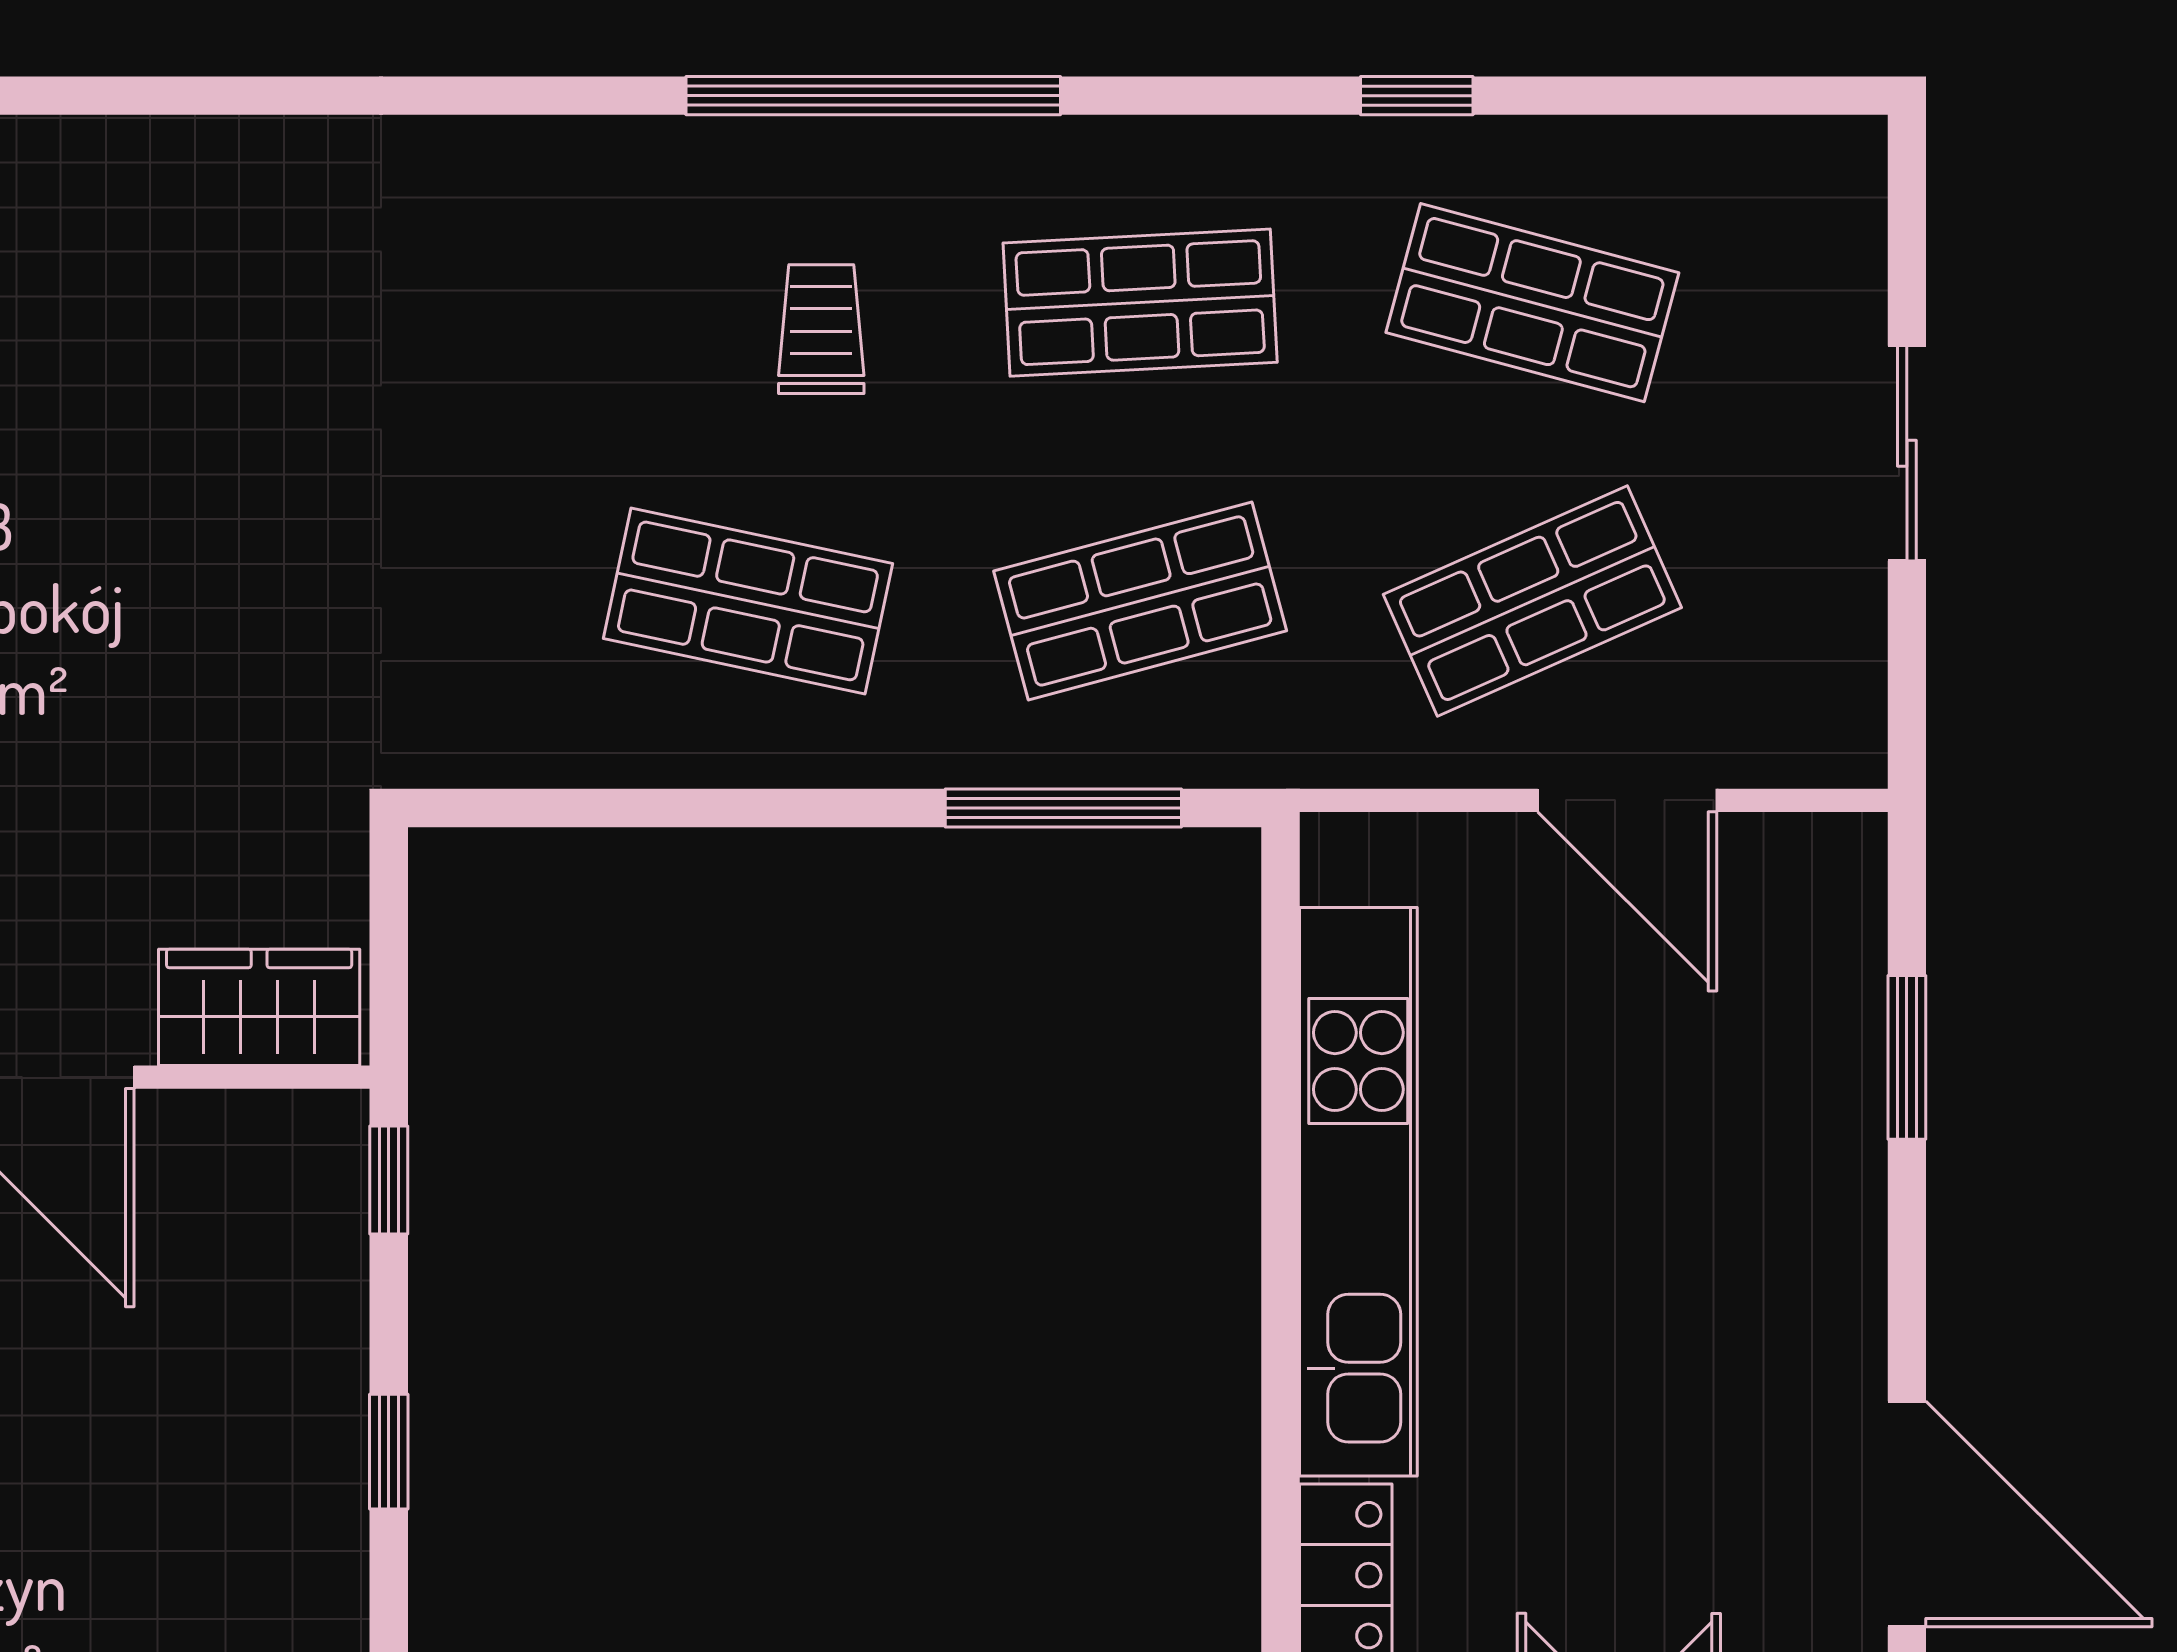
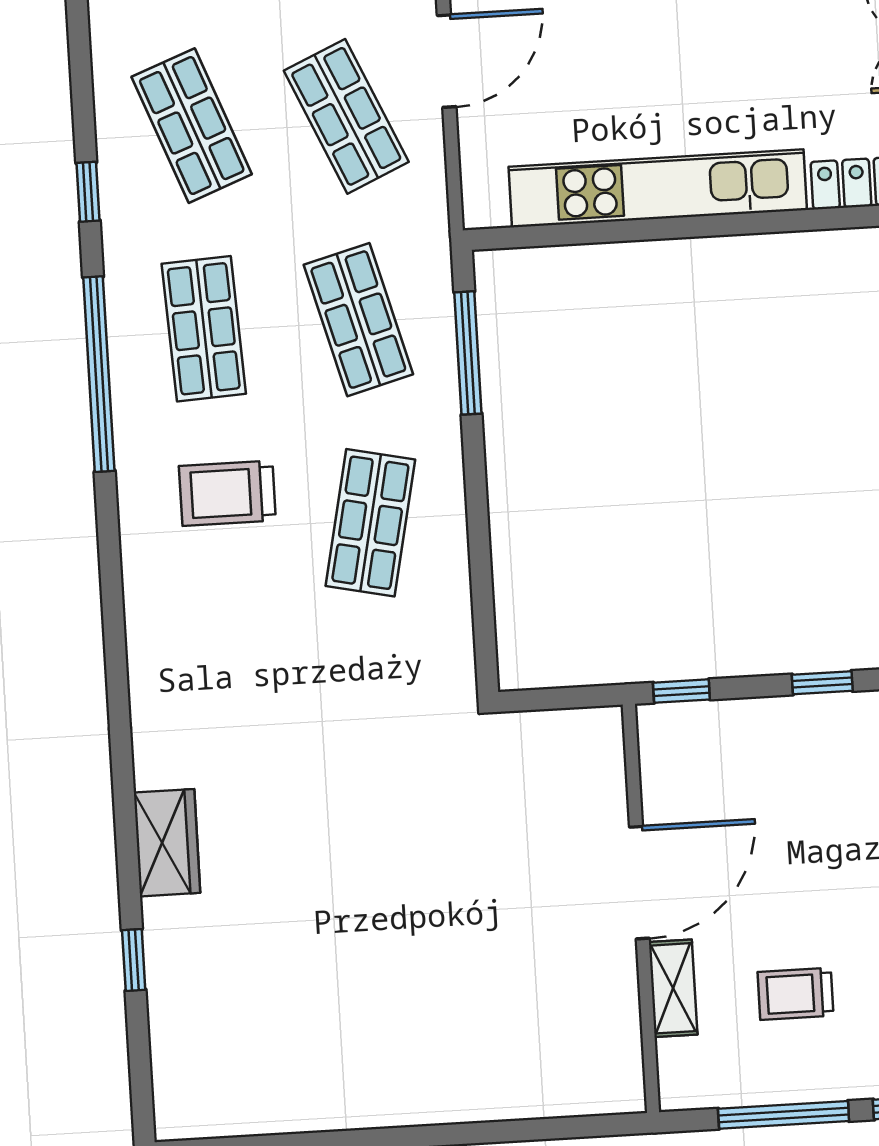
window: (873, 96) -> (99, 374), moved
shop shelf: (1532, 303) -> (192, 126), turned -36
trolley: (821, 329) -> (227, 493), width x1.36, depth x1.39
wardrobe: (259, 1007) -> (167, 843), moved, turned 180

